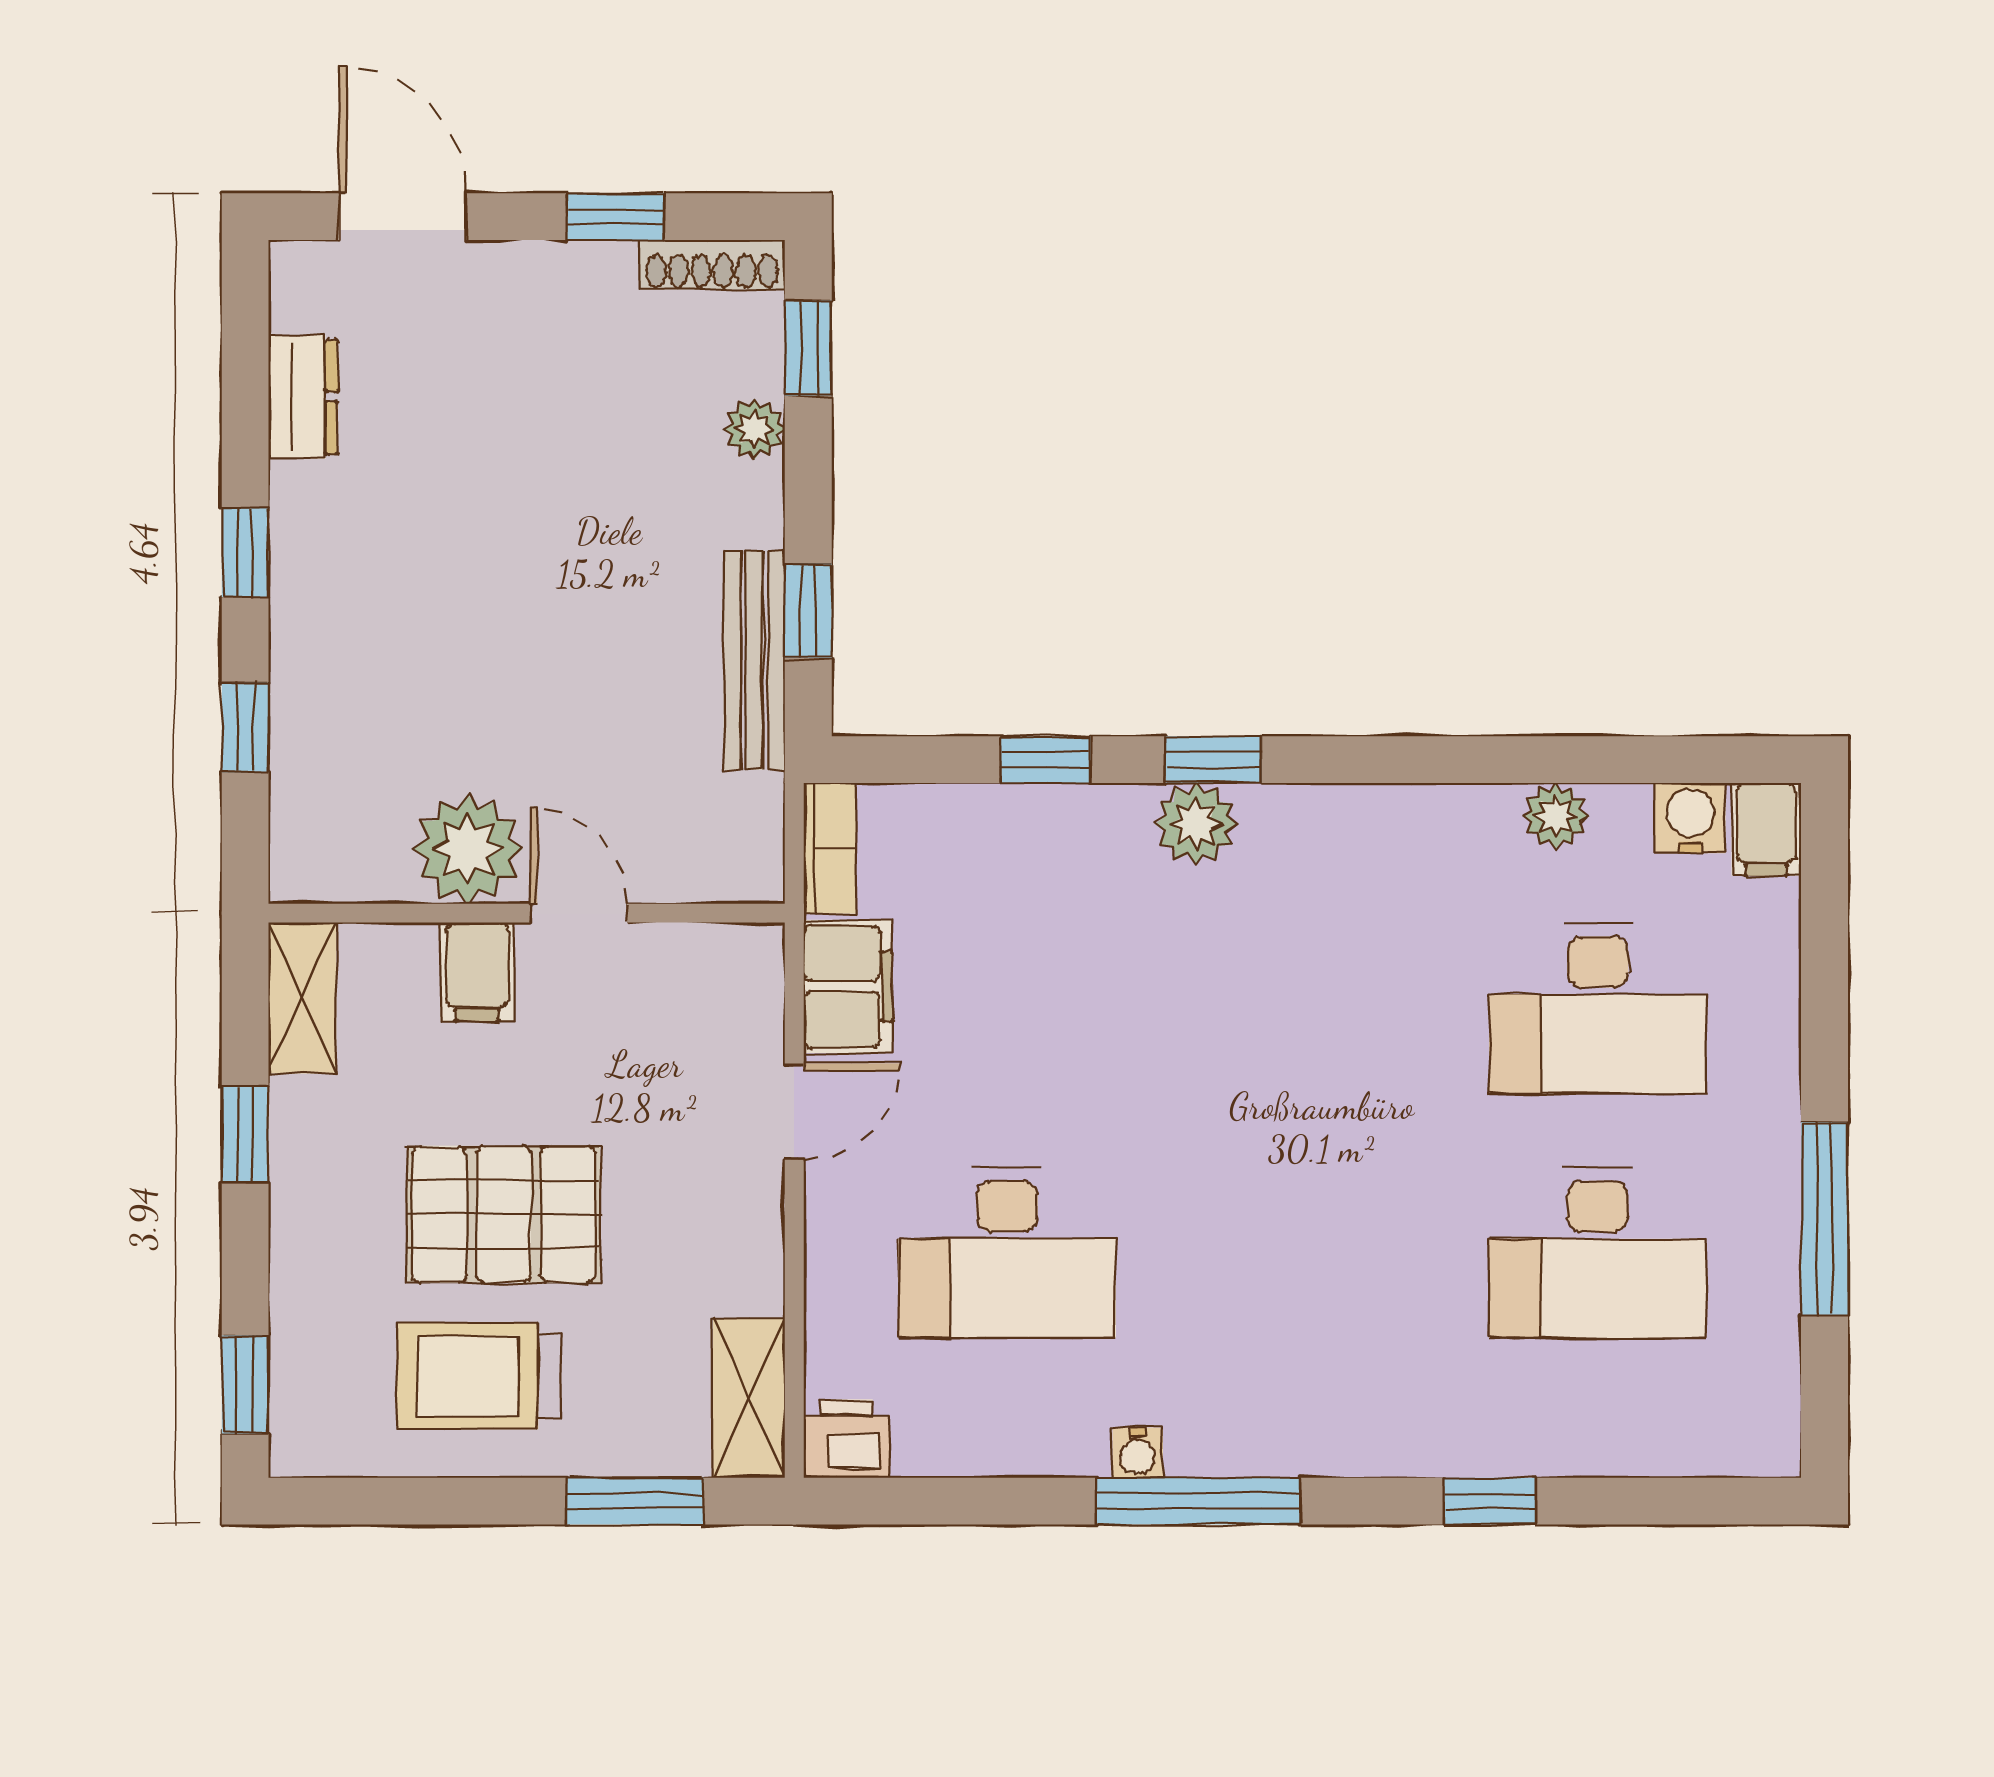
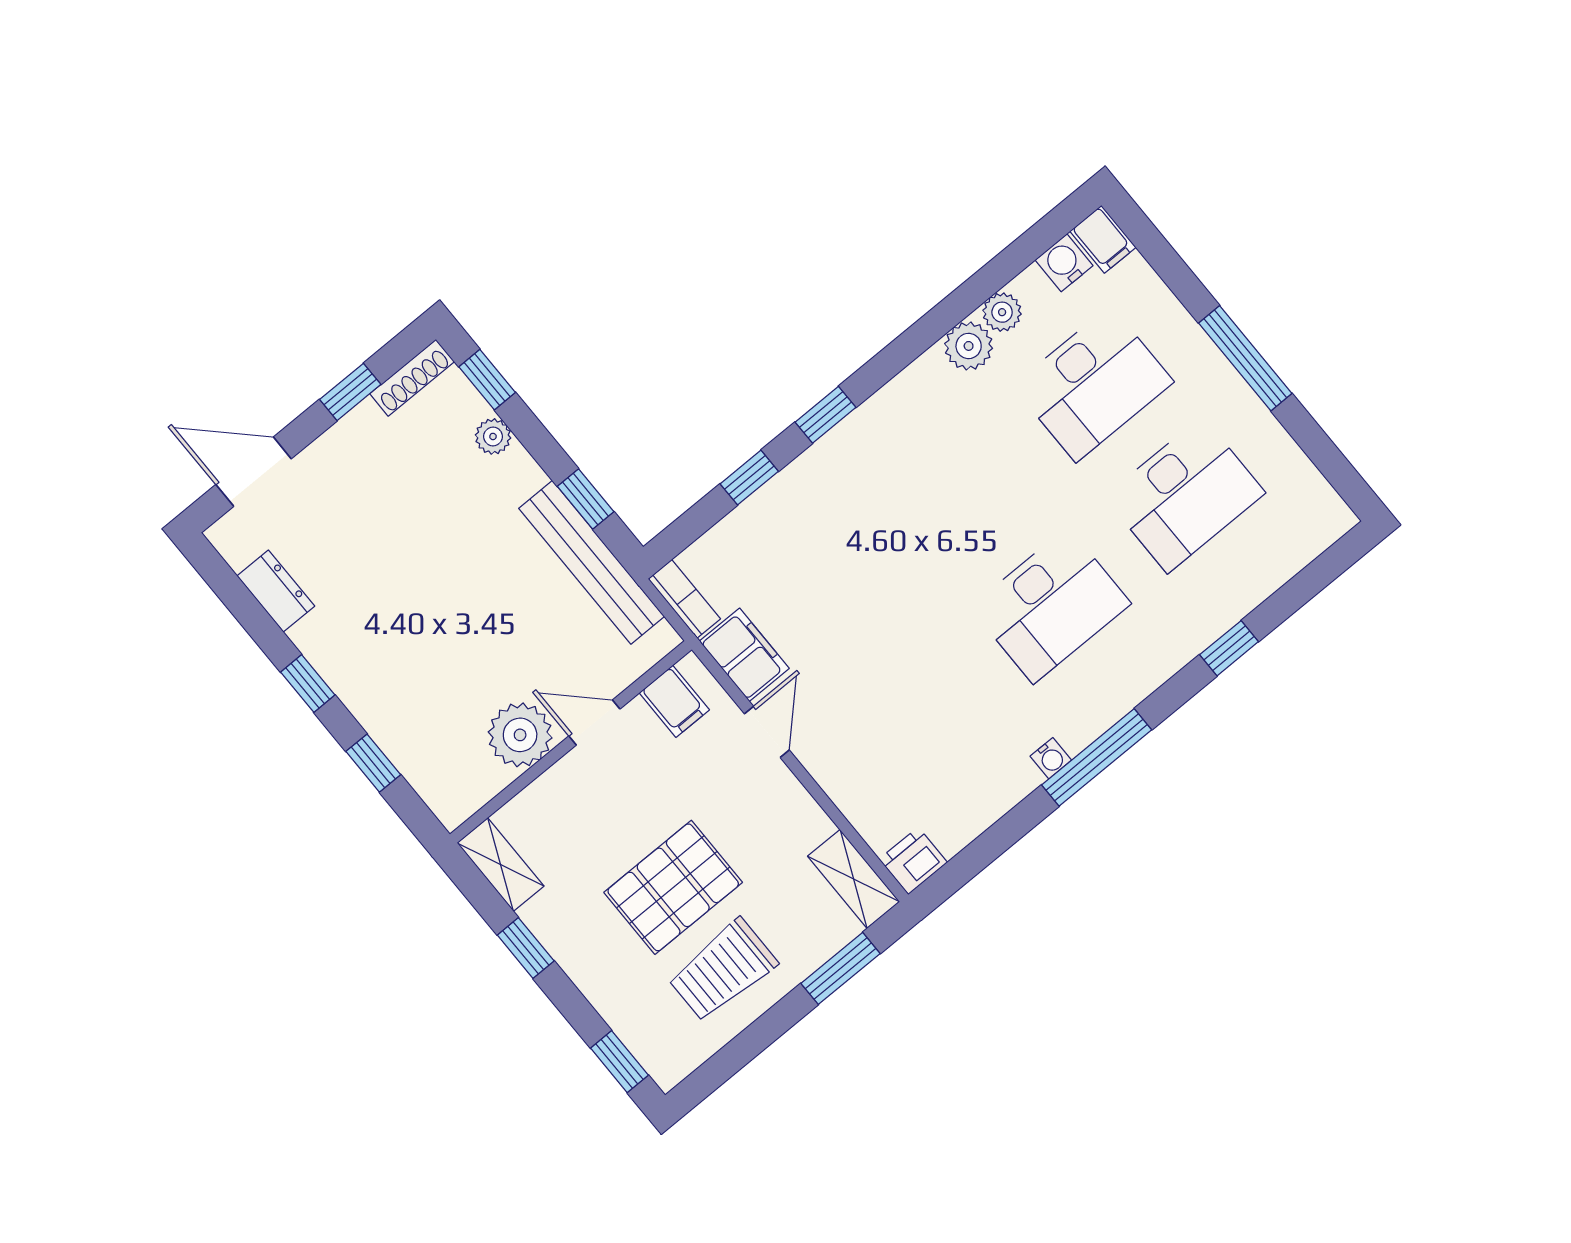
bench: (754, 660) -> (592, 562), width x1.37, depth x1.21
plant: (1196, 824) -> (969, 346), moved
filing cabinet: (477, 972) -> (674, 701), moved
window: (1824, 1219) -> (1245, 358), moved
desk: (1007, 1253) -> (1051, 606), moved

